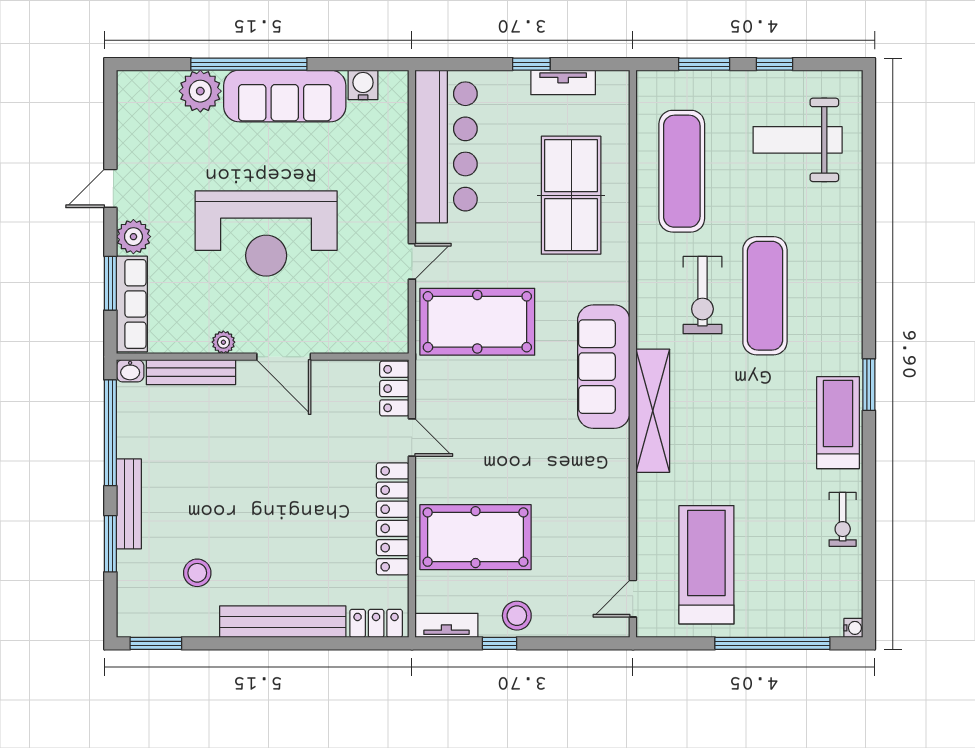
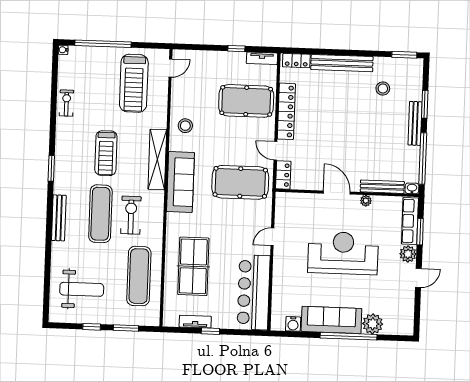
bench: (850, 284) -> (59, 218), added
pool table: (477, 322) -> (240, 182), moved
treadmill: (838, 423) -> (106, 153), moved
stool: (517, 616) -> (185, 126), moved

